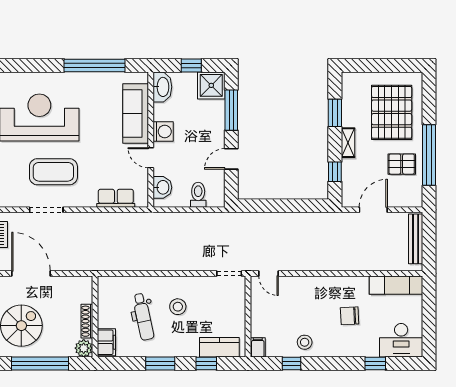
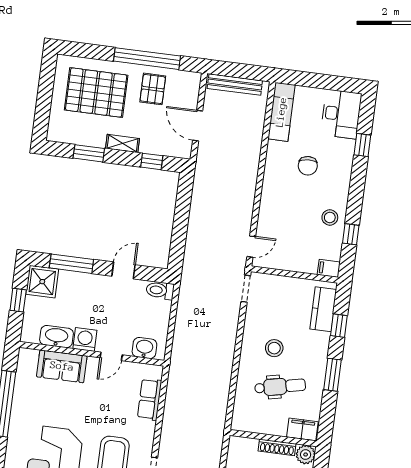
washbasin: (162, 87) -> (57, 337), moved
sofa: (136, 113) -> (62, 366), width x0.73
door: (231, 159) -> (124, 270), swing flipped
toilet: (198, 195) -> (160, 290), moved

